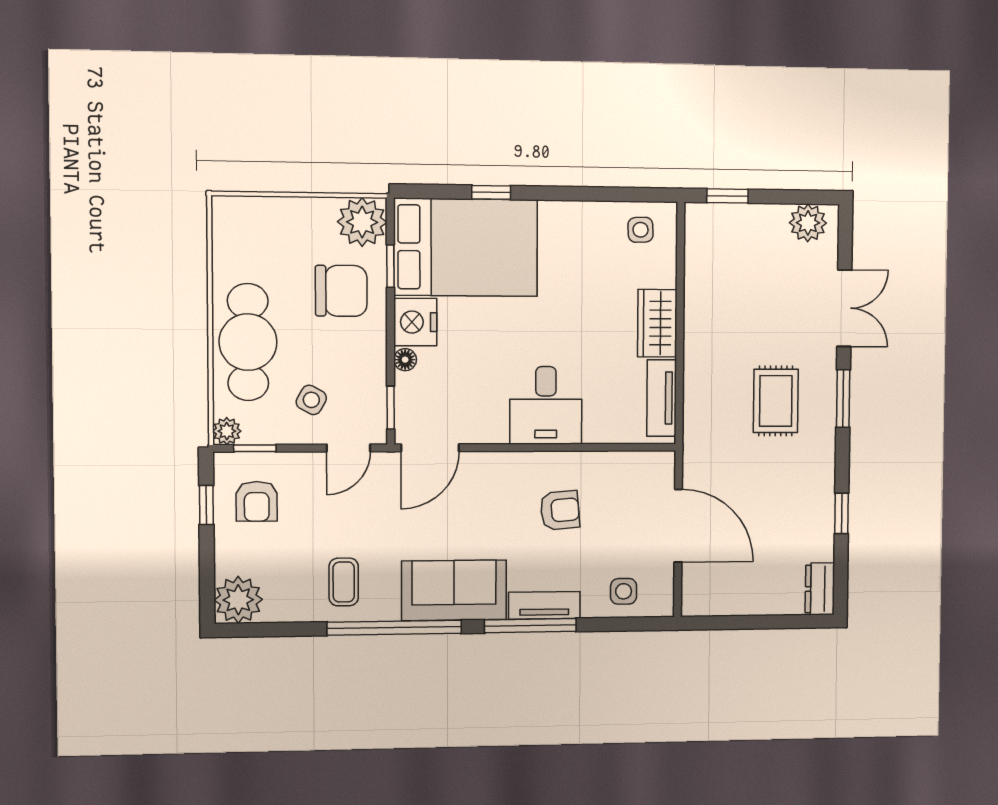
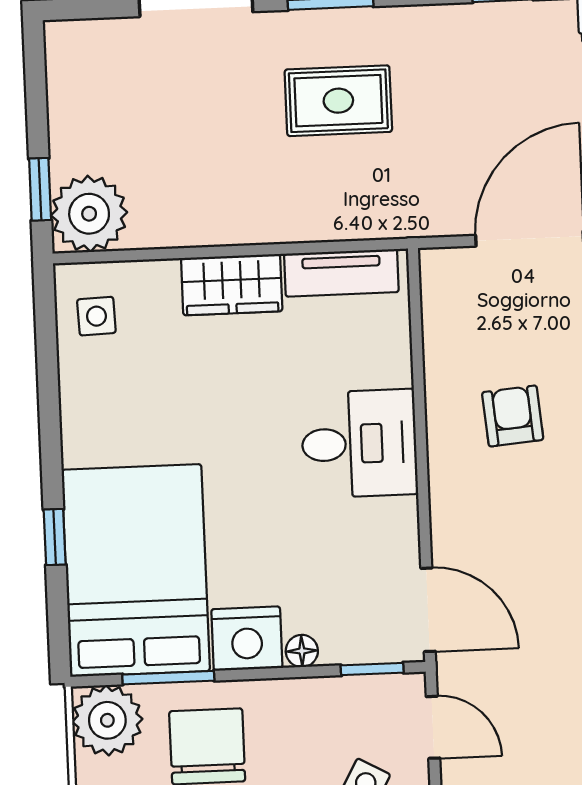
plant: (808, 223) -> (89, 214), moved, width x1.36, depth x1.36
window: (390, 266) -> (168, 678), width x1.50

